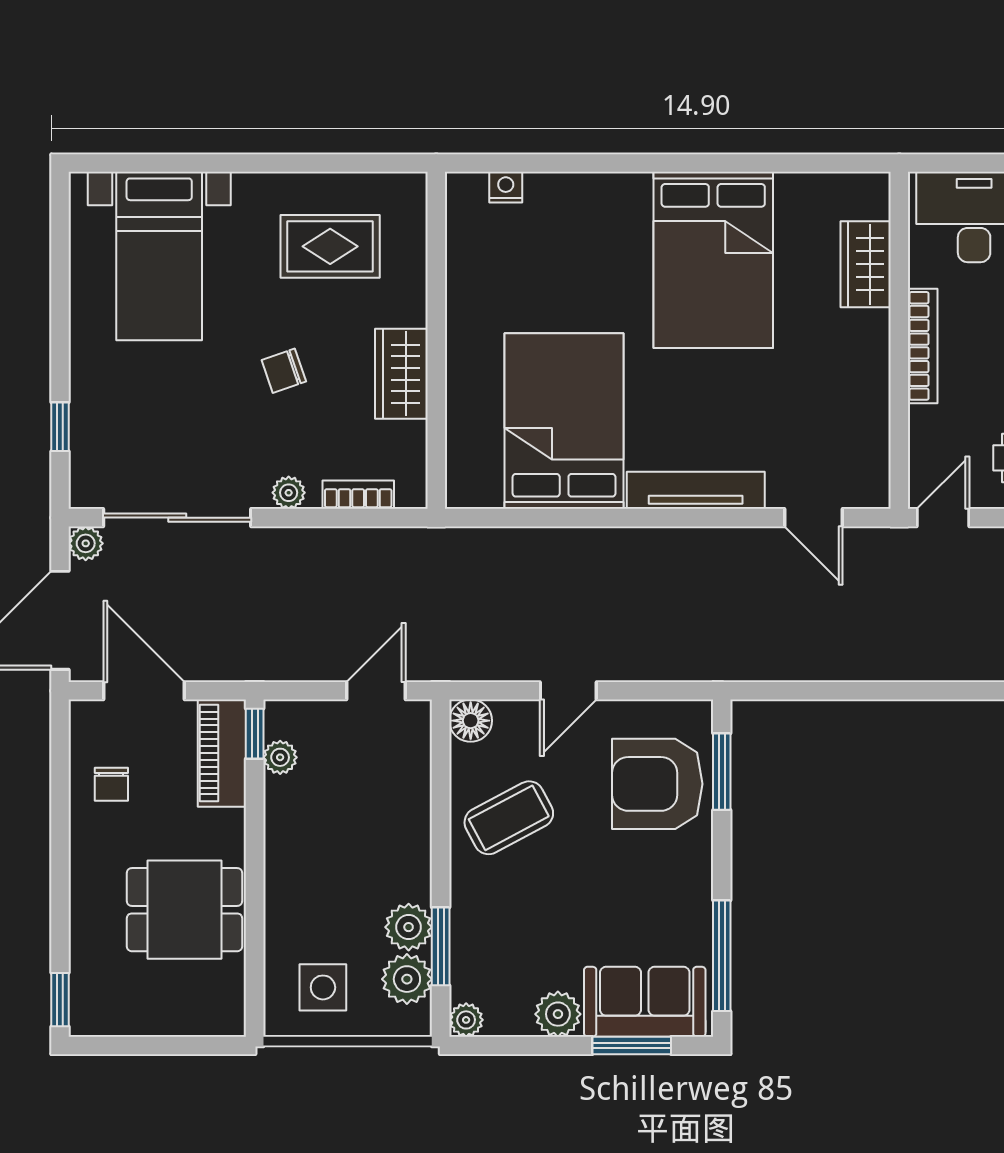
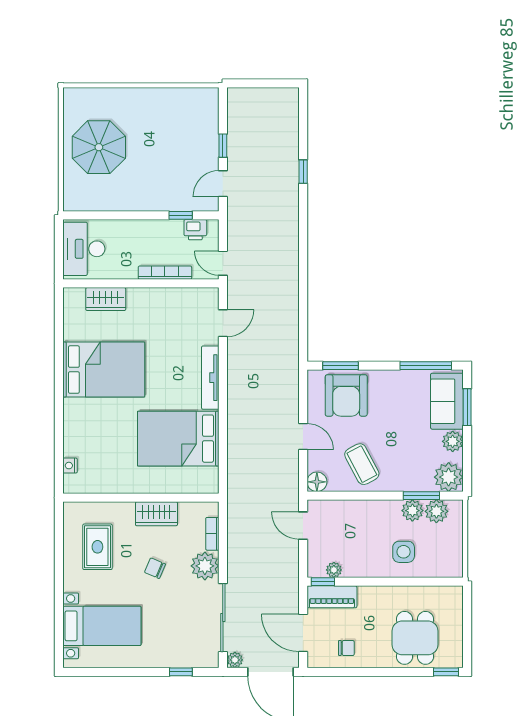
bookcase: (923, 346) -> (165, 273), moved
chair: (284, 371) -> (155, 568), turned 132
plant: (289, 493) -> (205, 566), width x1.88, depth x1.88
door: (144, 691) -> (303, 633), hinge flipped
dining table: (184, 910) -> (415, 638), moved
side table: (323, 987) -> (404, 552), moved
plant: (466, 1020) -> (449, 477), width x1.87, depth x1.87

